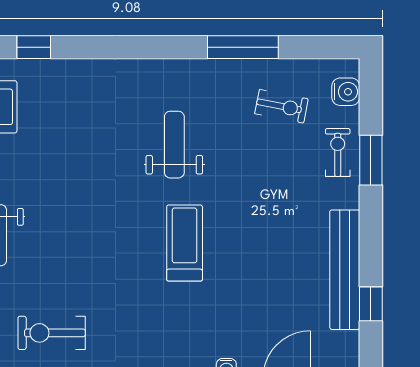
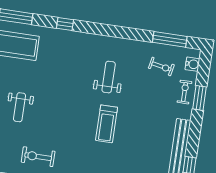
window: (34, 47) -> (65, 24), moved
window: (243, 47) -> (170, 39), moved
treadmill: (185, 243) -> (107, 124), turned 180

